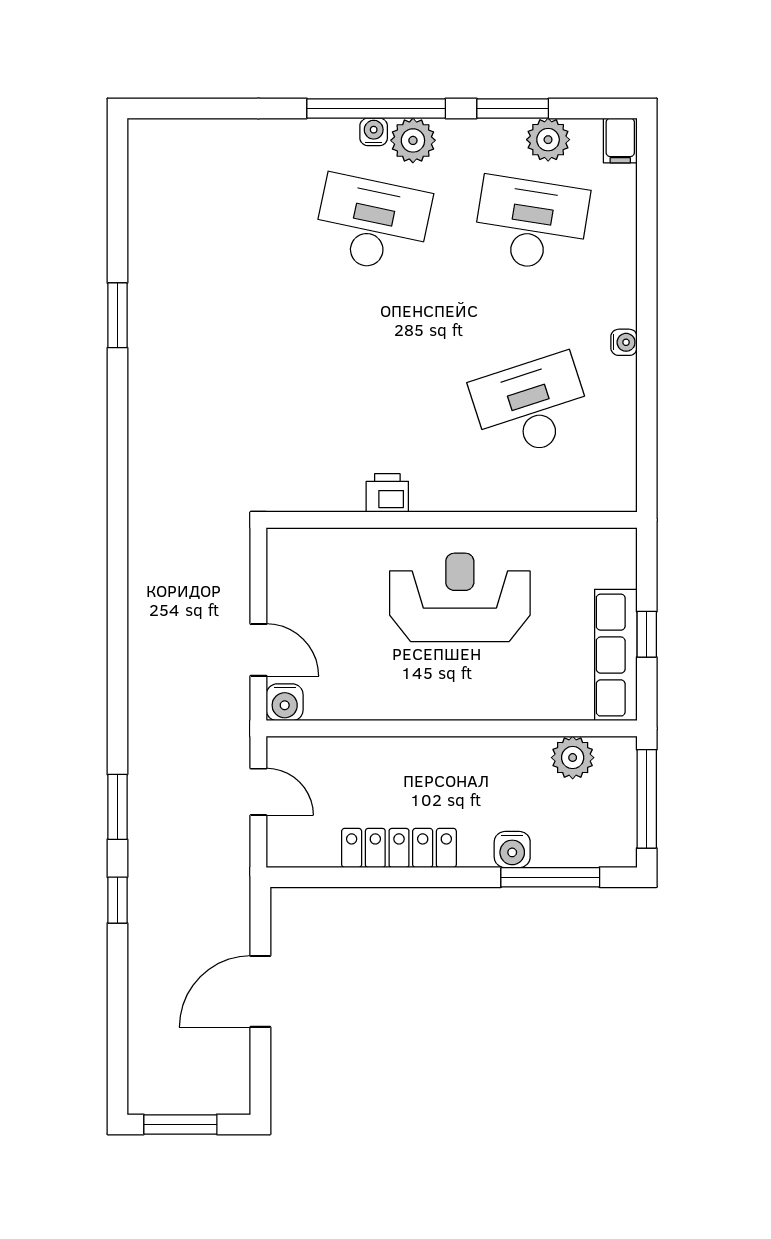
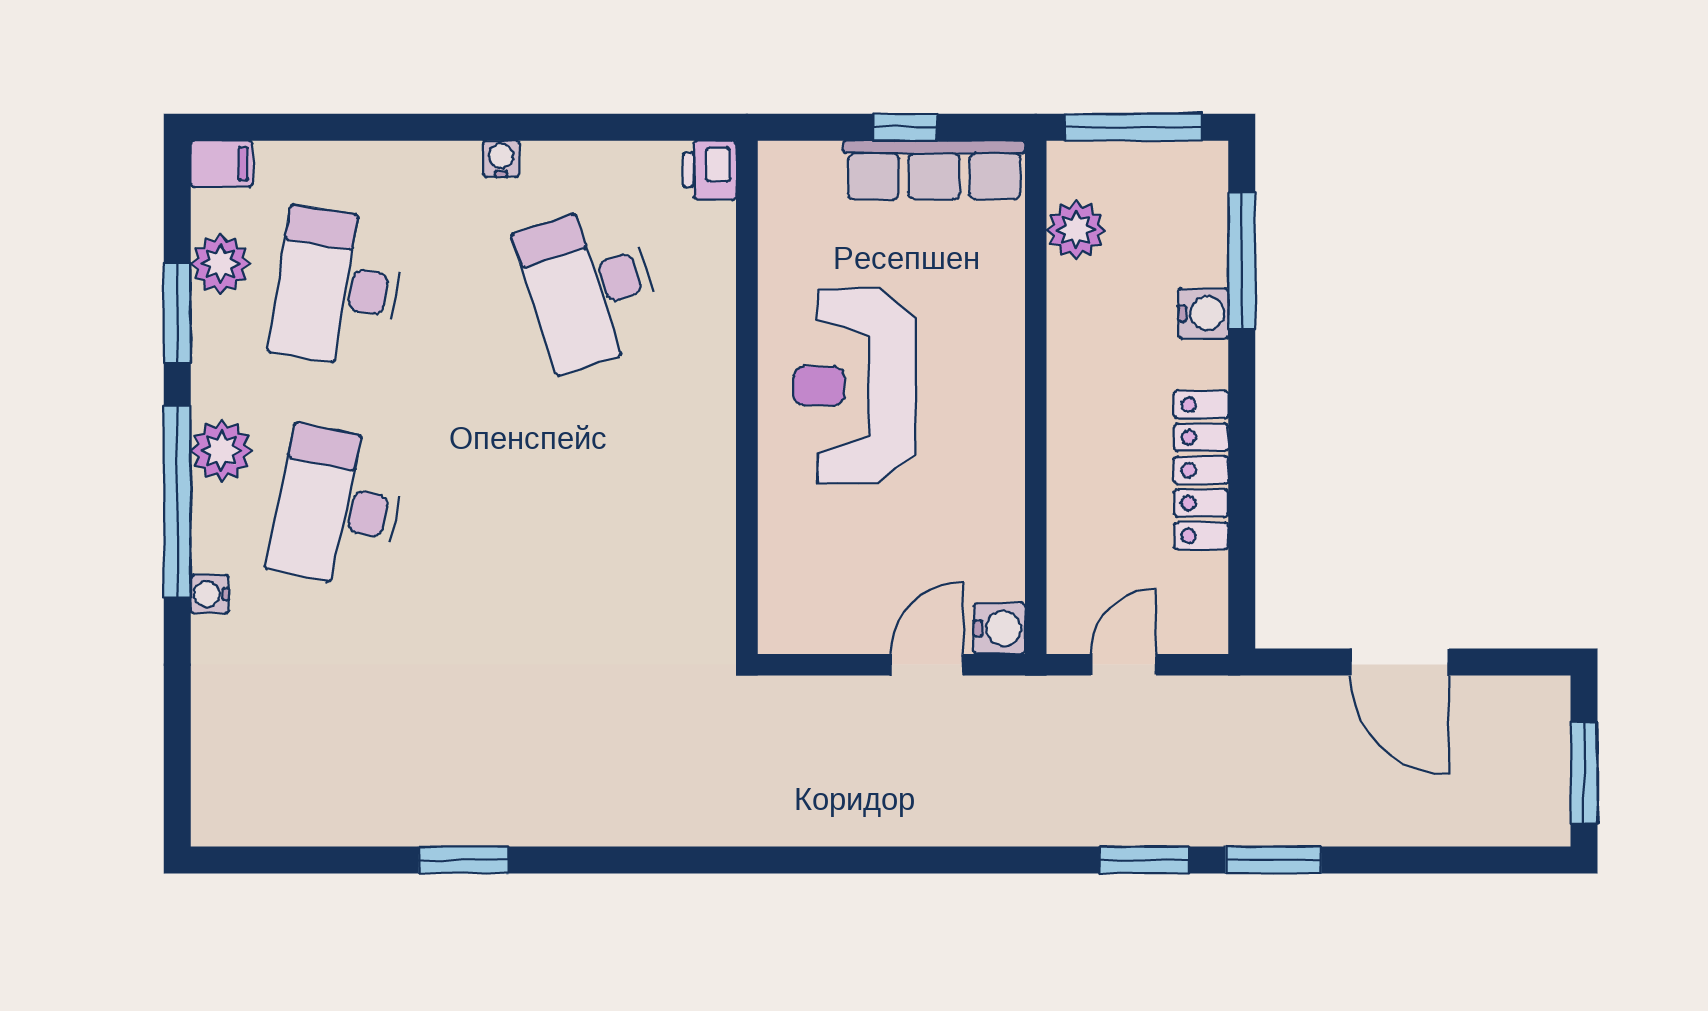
water cooler: (374, 132) -> (210, 594), moved
printer: (387, 493) -> (710, 170), moved
window: (117, 900) -> (1273, 860), width x1.50

